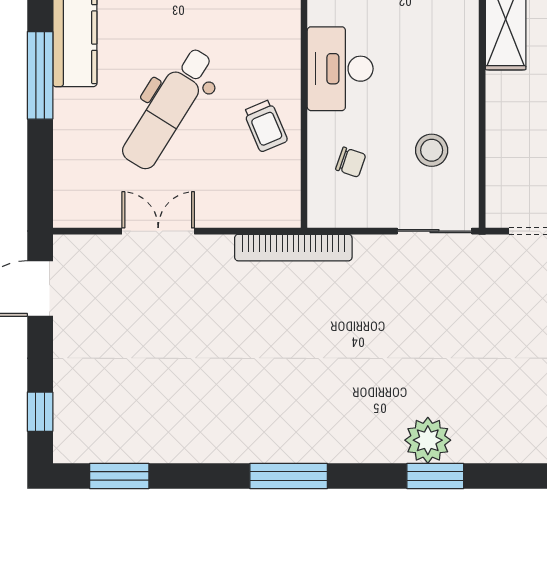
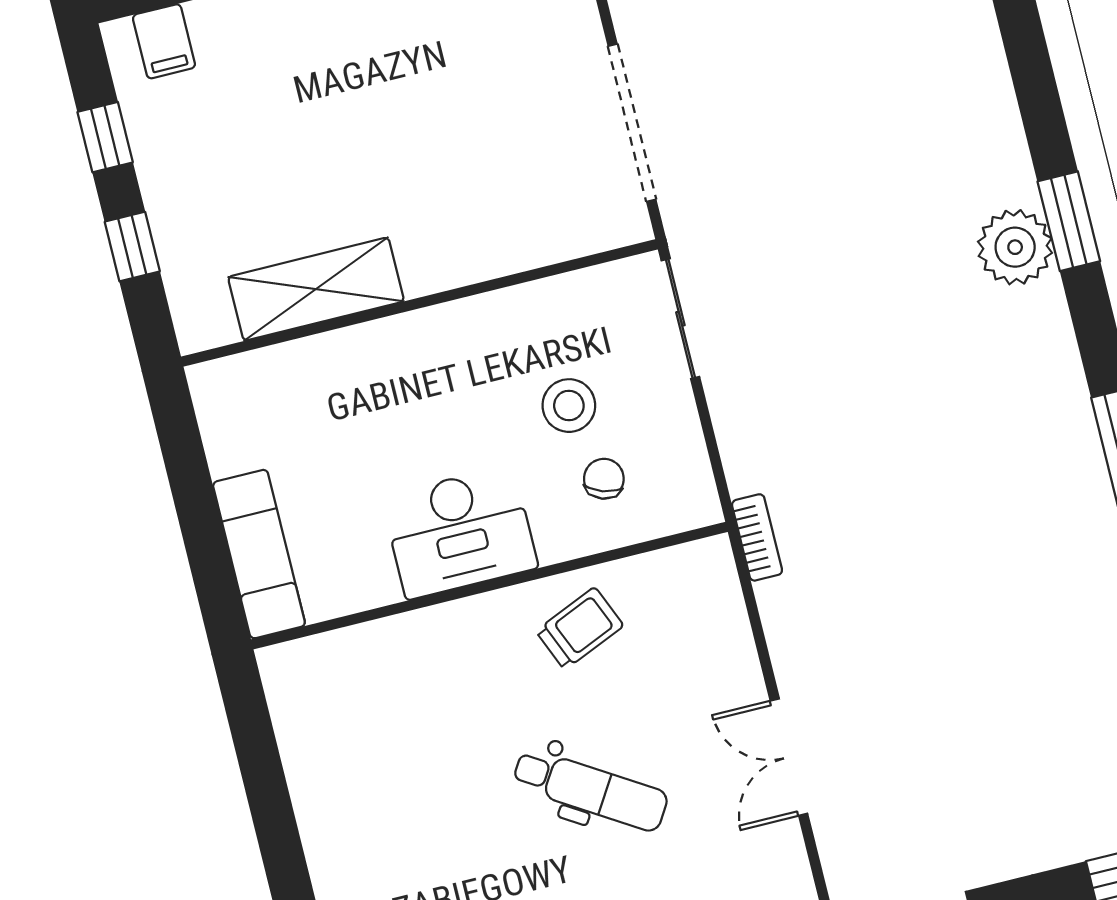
dental chair: (168, 108) -> (590, 790), width x0.73, depth x0.72
stool: (432, 150) -> (569, 406), moved
bookcase: (293, 248) -> (757, 537), width x0.43, depth x0.76

